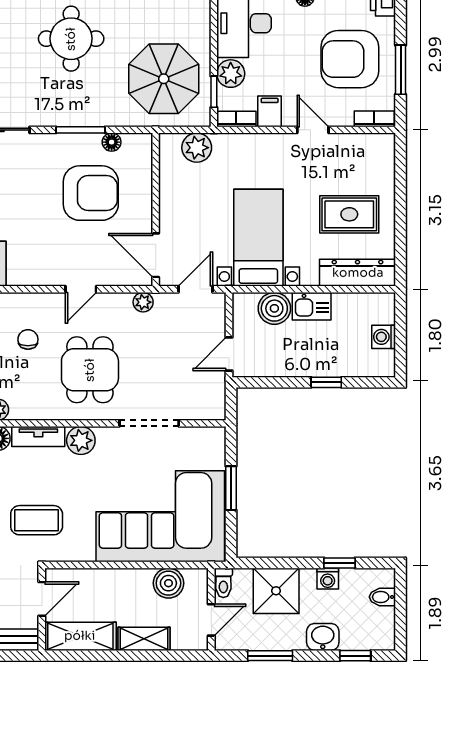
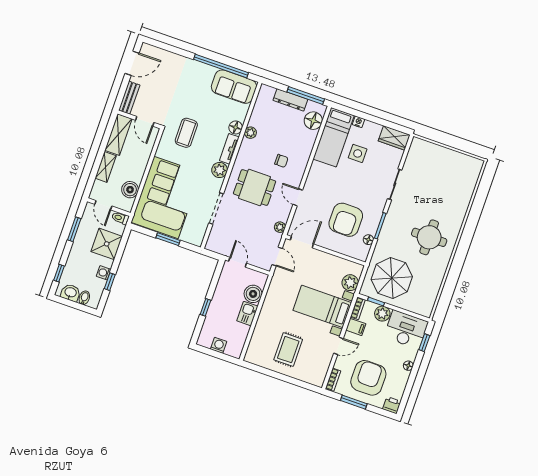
bed with nightstands: (258, 238) -> (322, 306), moved, turned 180
dresser: (358, 273) -> (257, 343), removed
washbasin: (323, 637) -> (71, 293), moved, turned -90

